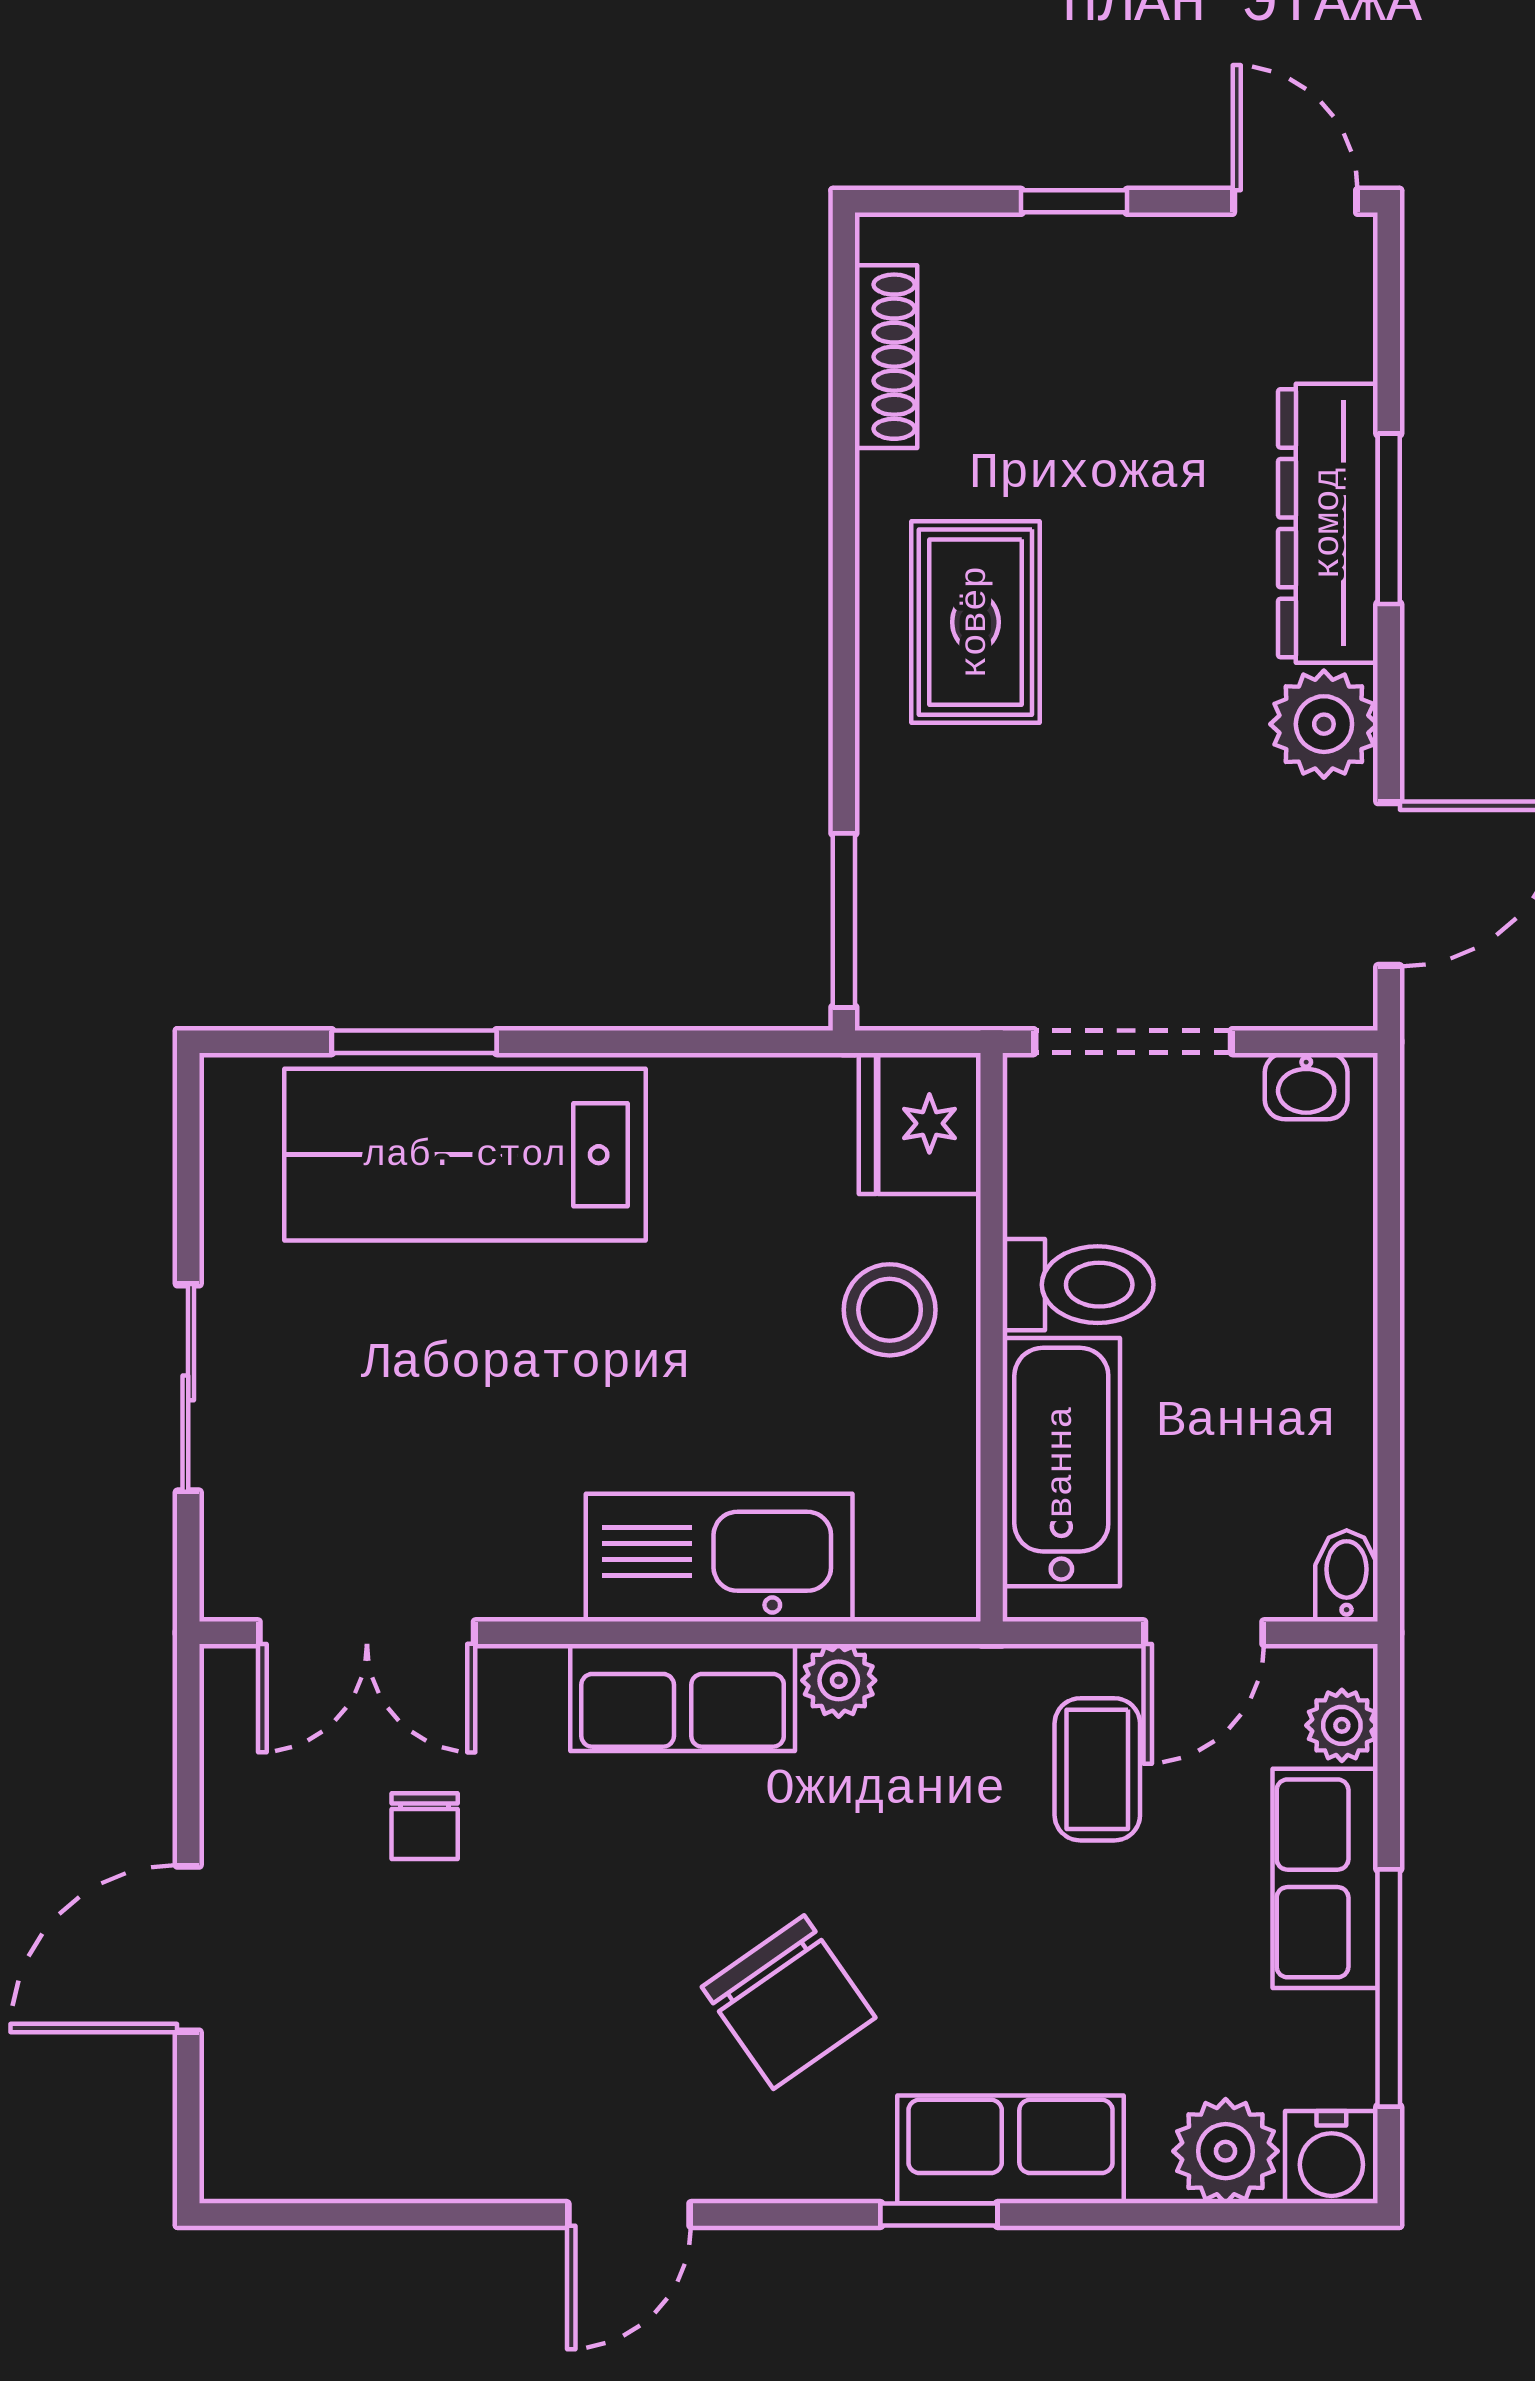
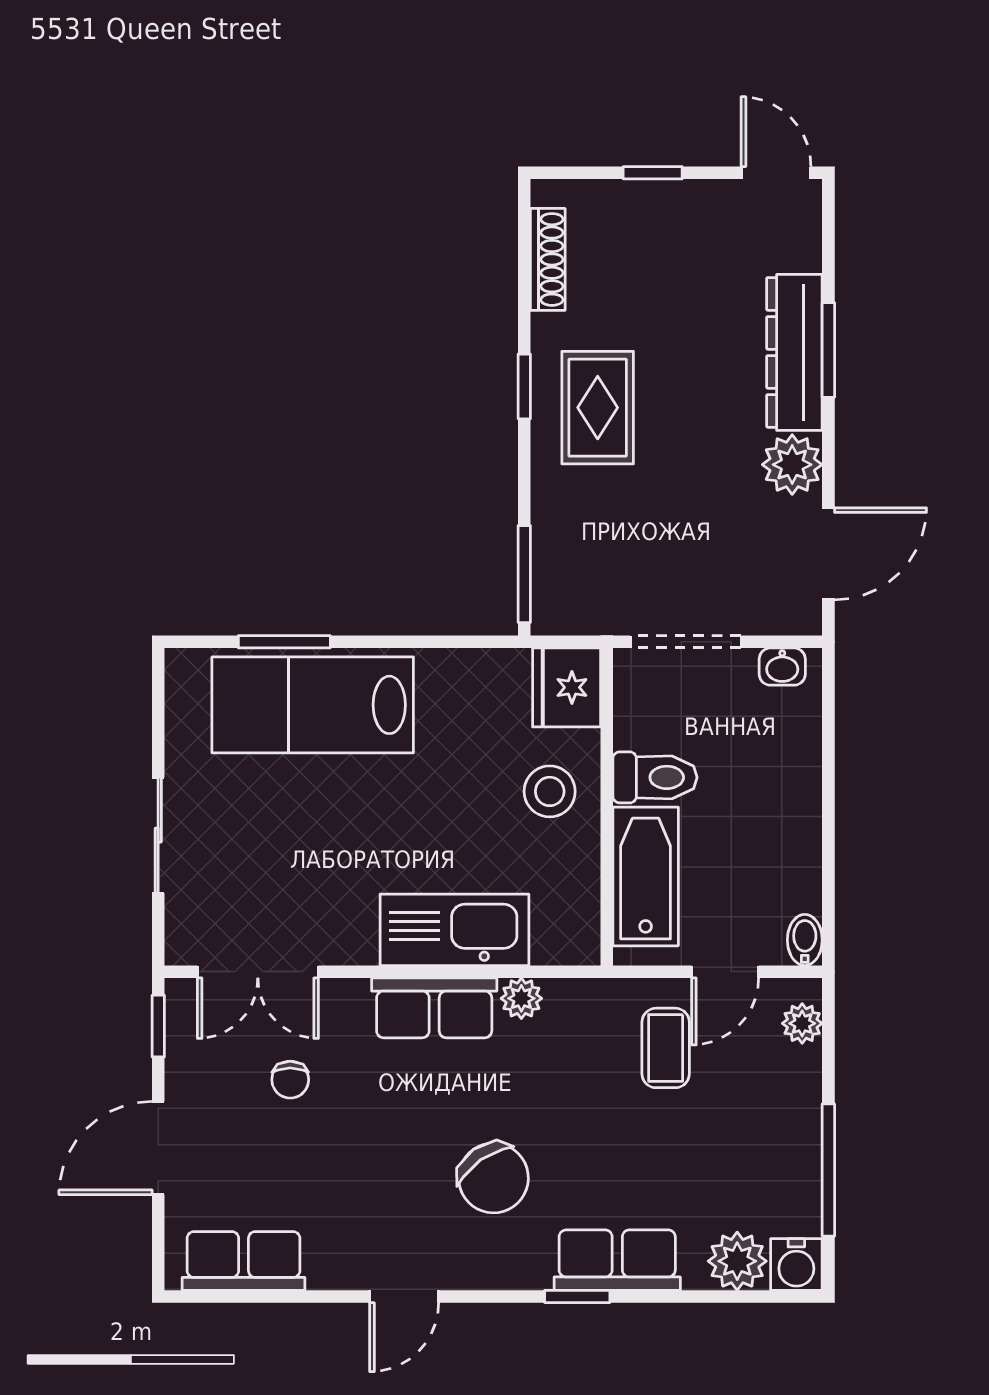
window: (844, 584) -> (524, 386), added
window: (188, 1730) -> (158, 1026), added
row of seats: (1325, 1878) -> (244, 1261), moved, turned 90

